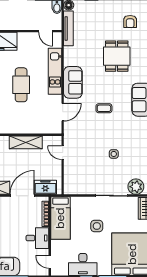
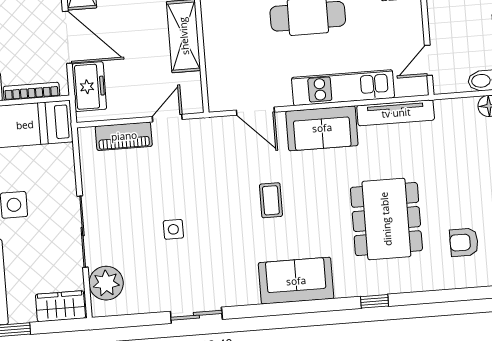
tv unit: (68, 28) -> (396, 113), moved
dining table: (117, 56) -> (386, 219), width x1.38
piano: (69, 173) -> (124, 136), added

